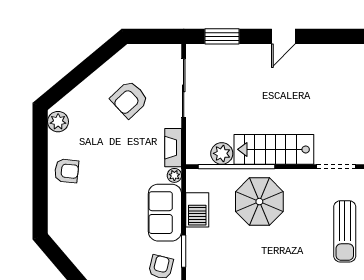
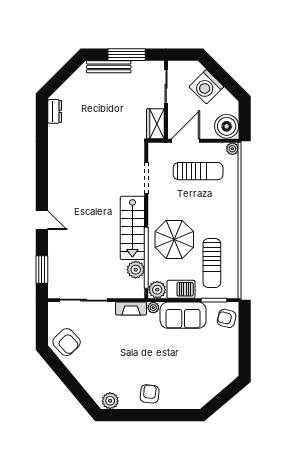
armchair: (129, 99) -> (67, 342), moved
plant: (197, 180) -> (157, 290), added
sun lounger: (230, 249) -> (212, 263), added

